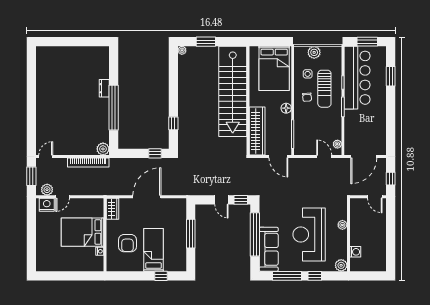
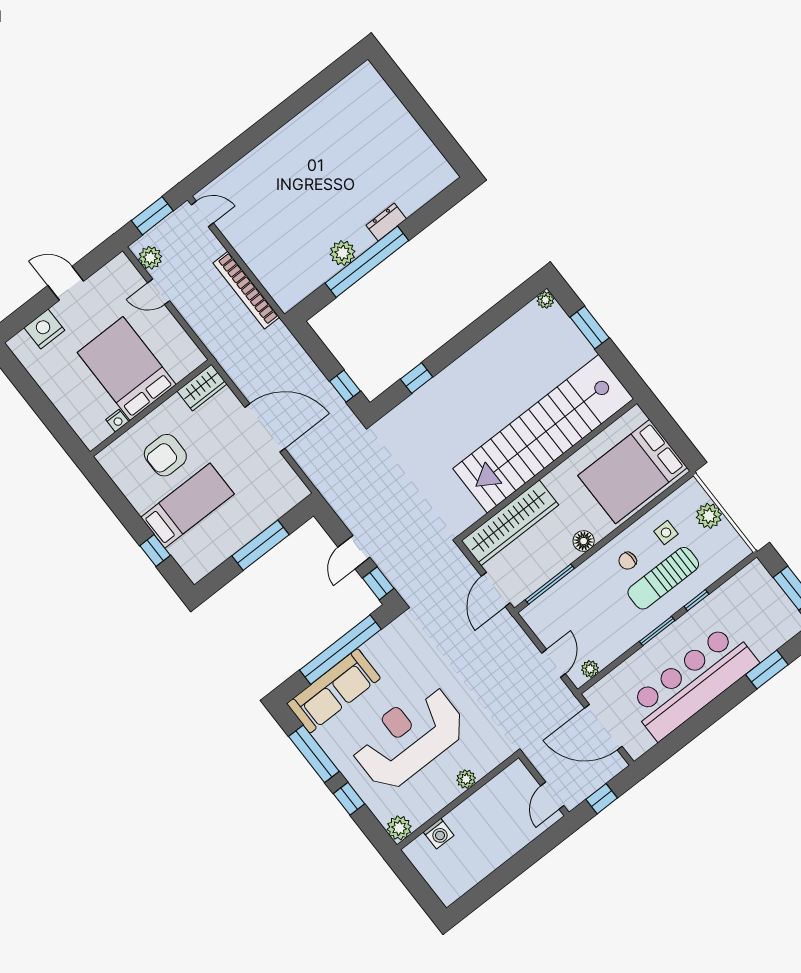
bar counter: (357, 78) -> (693, 682), moved, turned 180
plant: (103, 149) -> (343, 253), moved
nightstand: (47, 205) -> (44, 329), moved, turned -90
door: (31, 230) -> (66, 283), added

